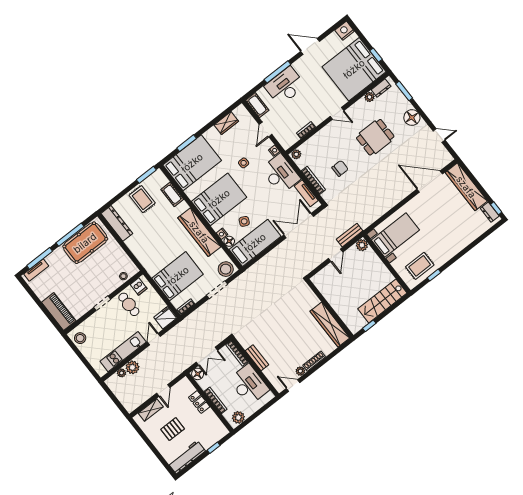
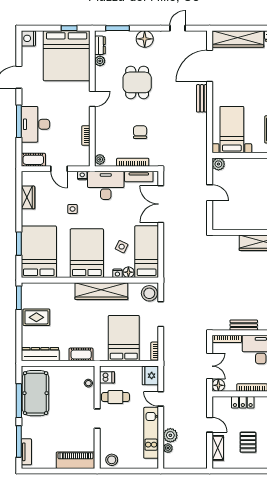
cot: (172, 194) -> (81, 354), moved
bench: (350, 235) -> (202, 98), moved

